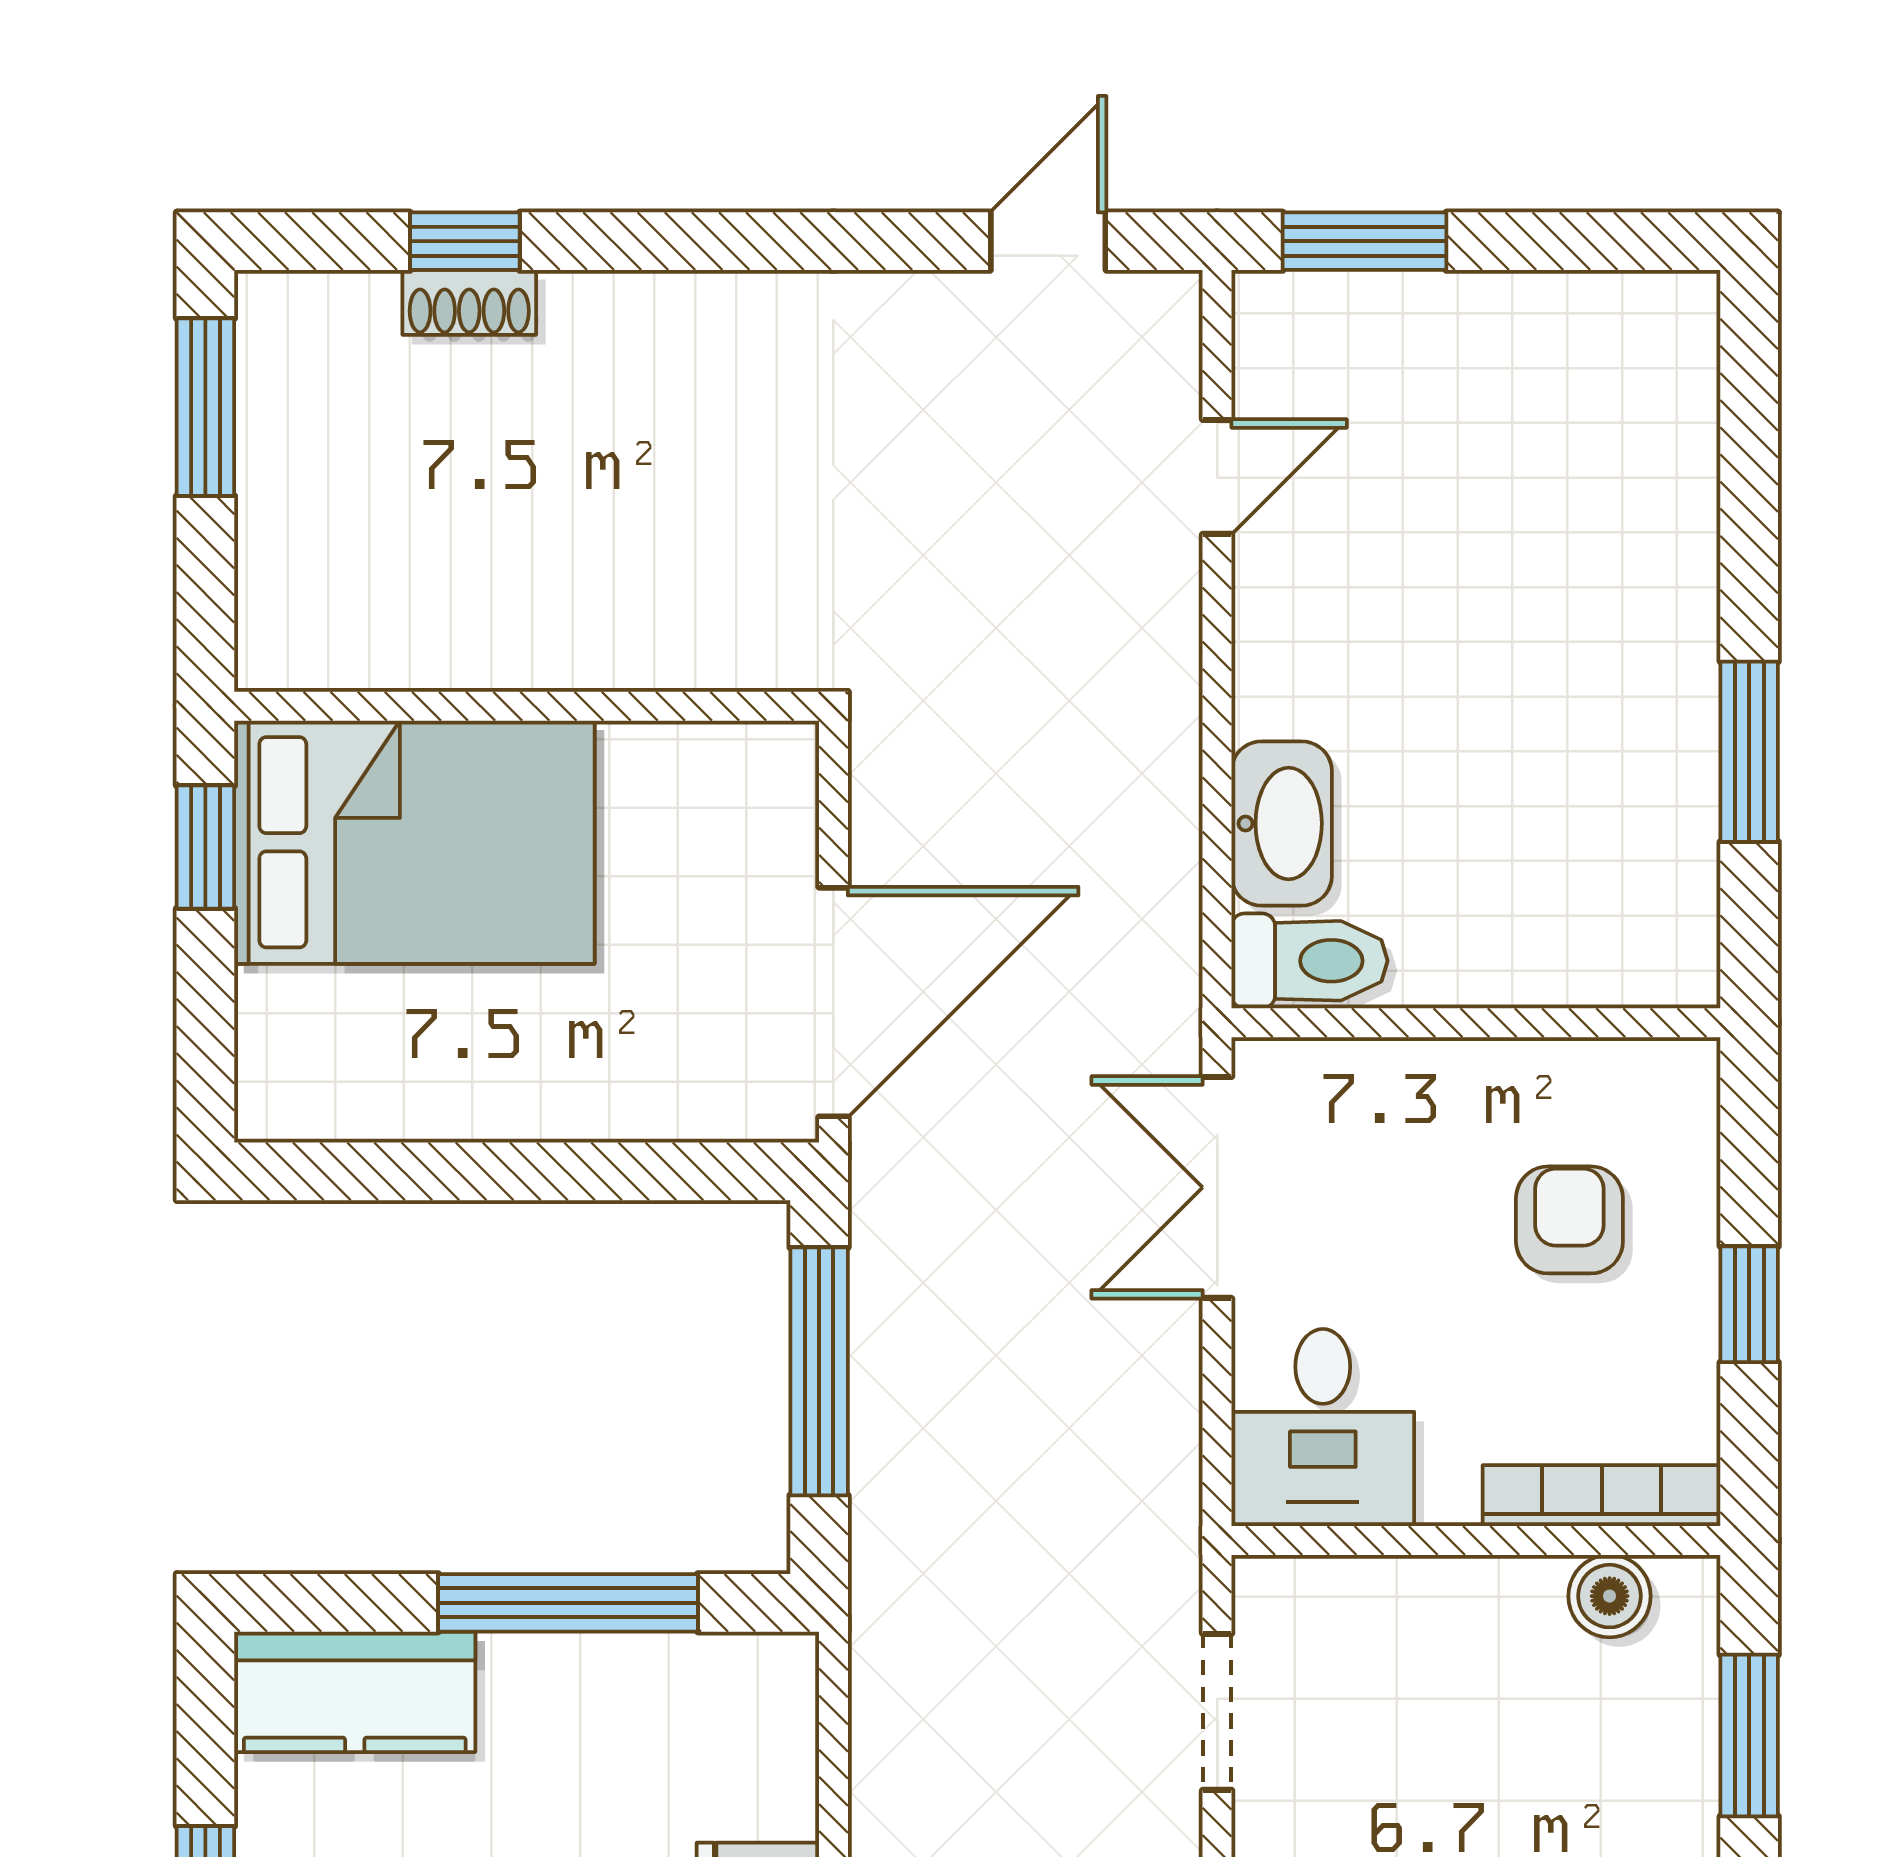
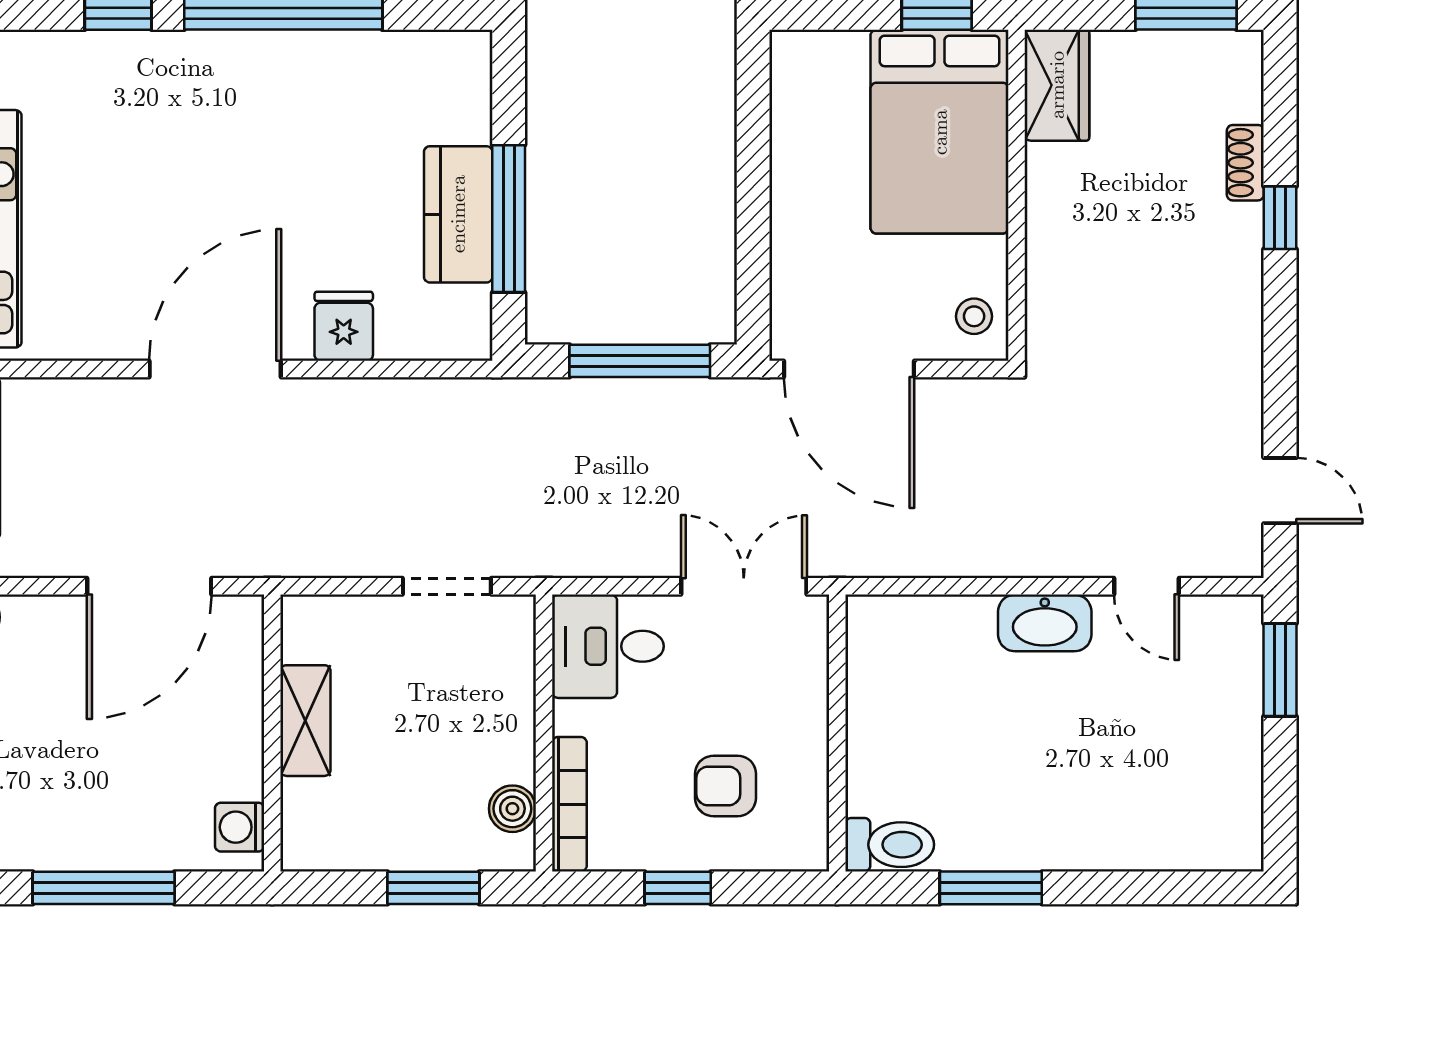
window: (465, 241) -> (1280, 218), moved
wardrobe: (332, 635) -> (1057, 85), added
stool: (740, 781) -> (974, 316), added
washbasin: (1282, 823) -> (1045, 623), moved
toilet: (1310, 961) -> (890, 845), moved, turned -90
armchair: (1569, 1220) -> (726, 786), turned 180
kitchen counter: (355, 1692) -> (458, 214), moved

